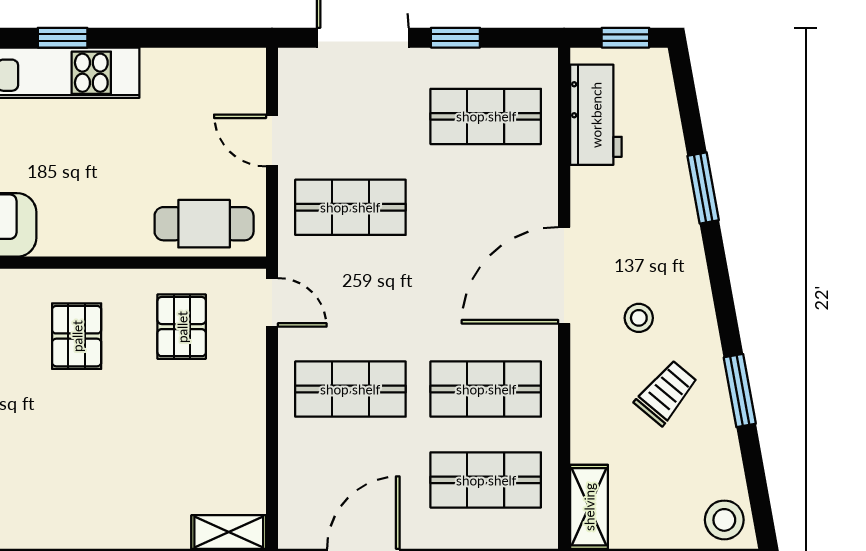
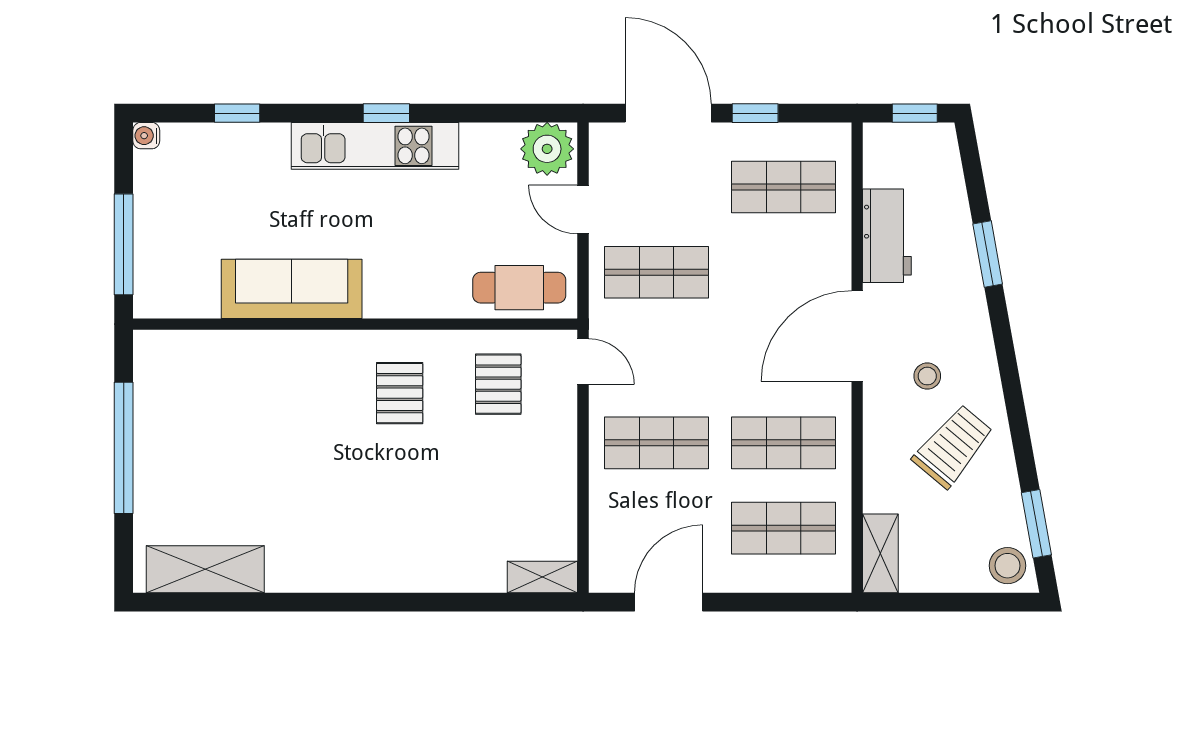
plant: (234, 76) -> (547, 149), added
workbench: (596, 115) -> (887, 236), moved
window: (740, 391) -> (1036, 524), moved
trolley: (666, 393) -> (953, 446), width x1.36, depth x1.39

